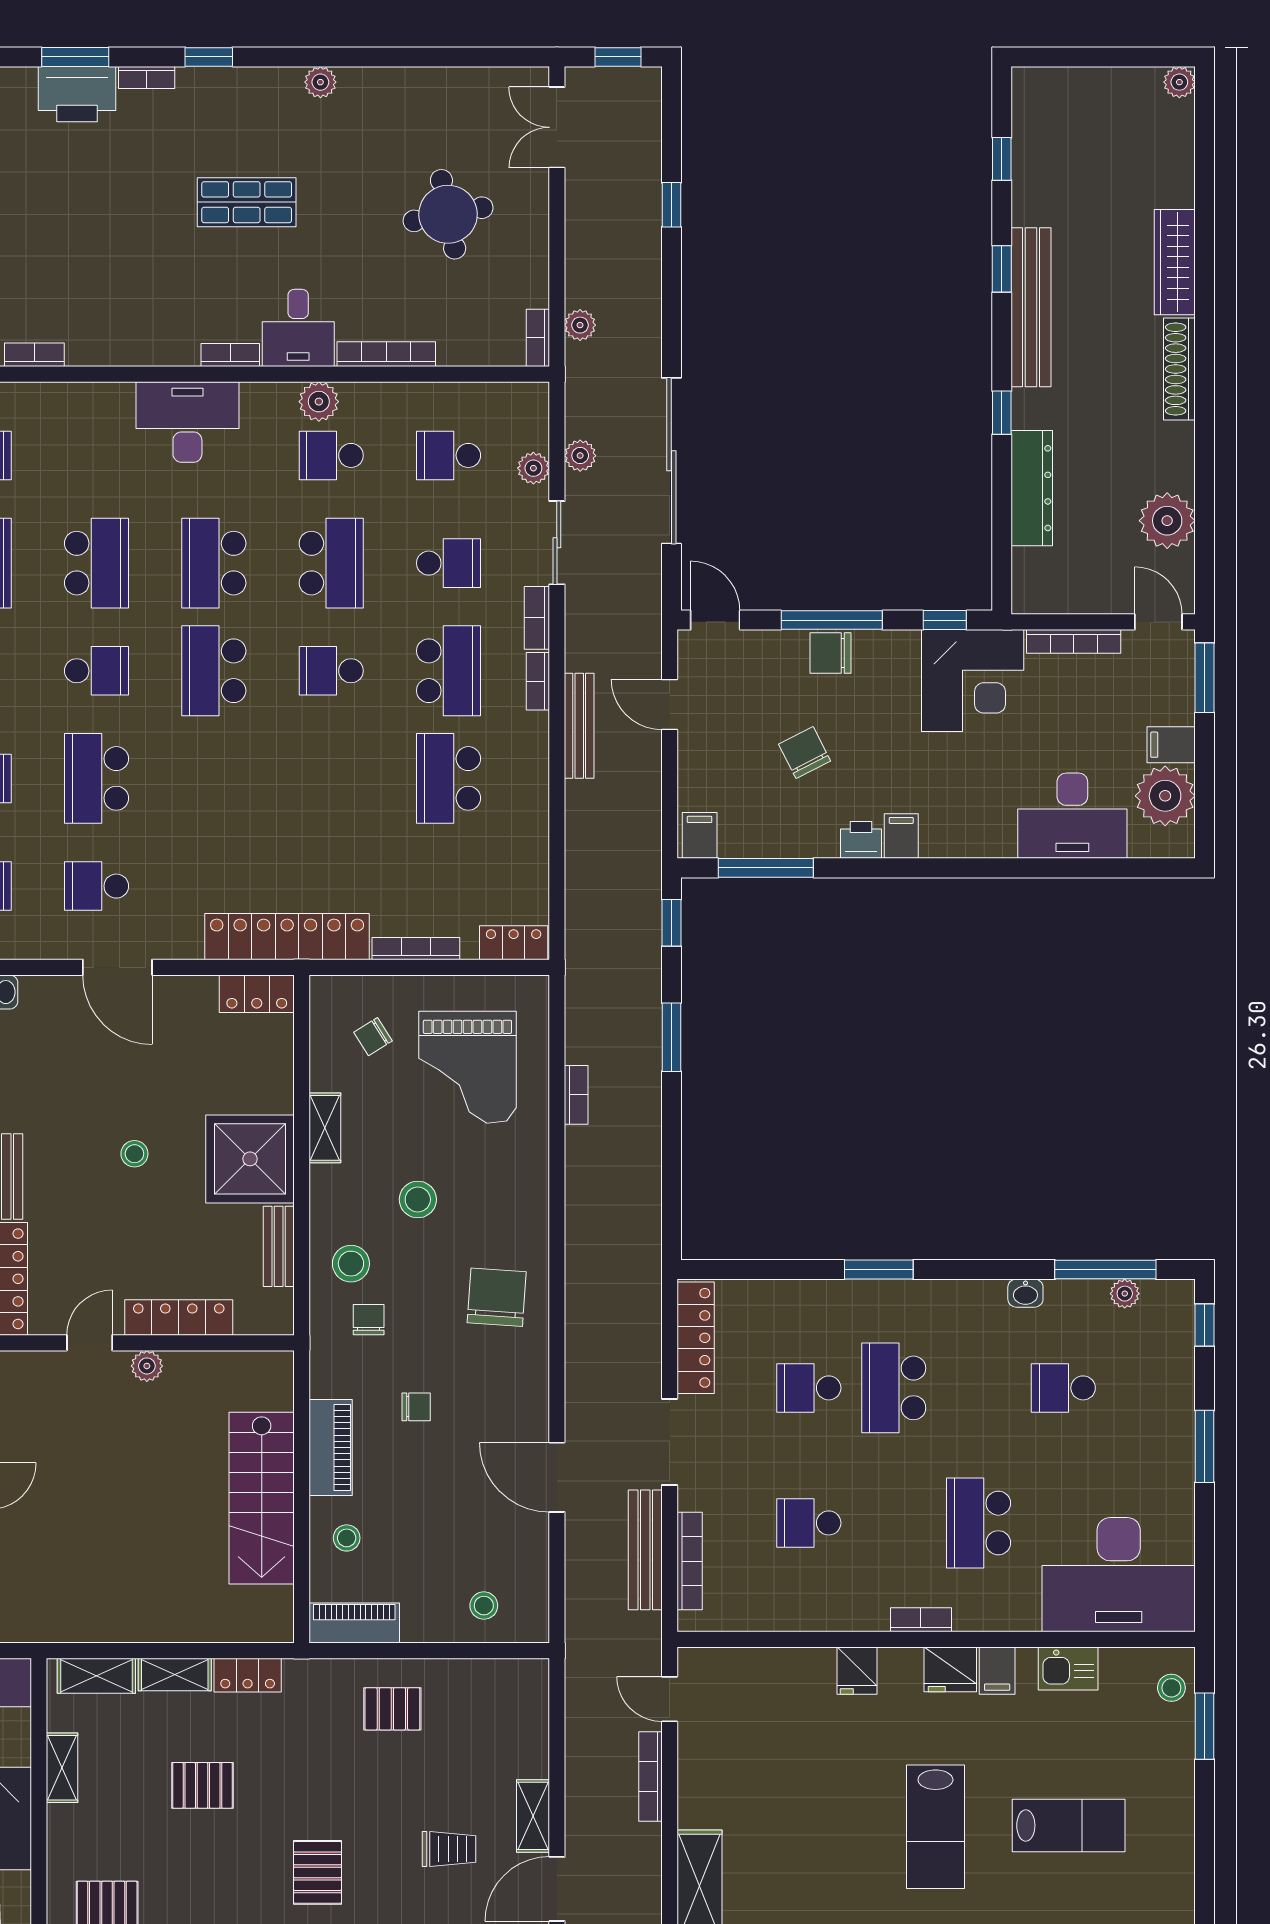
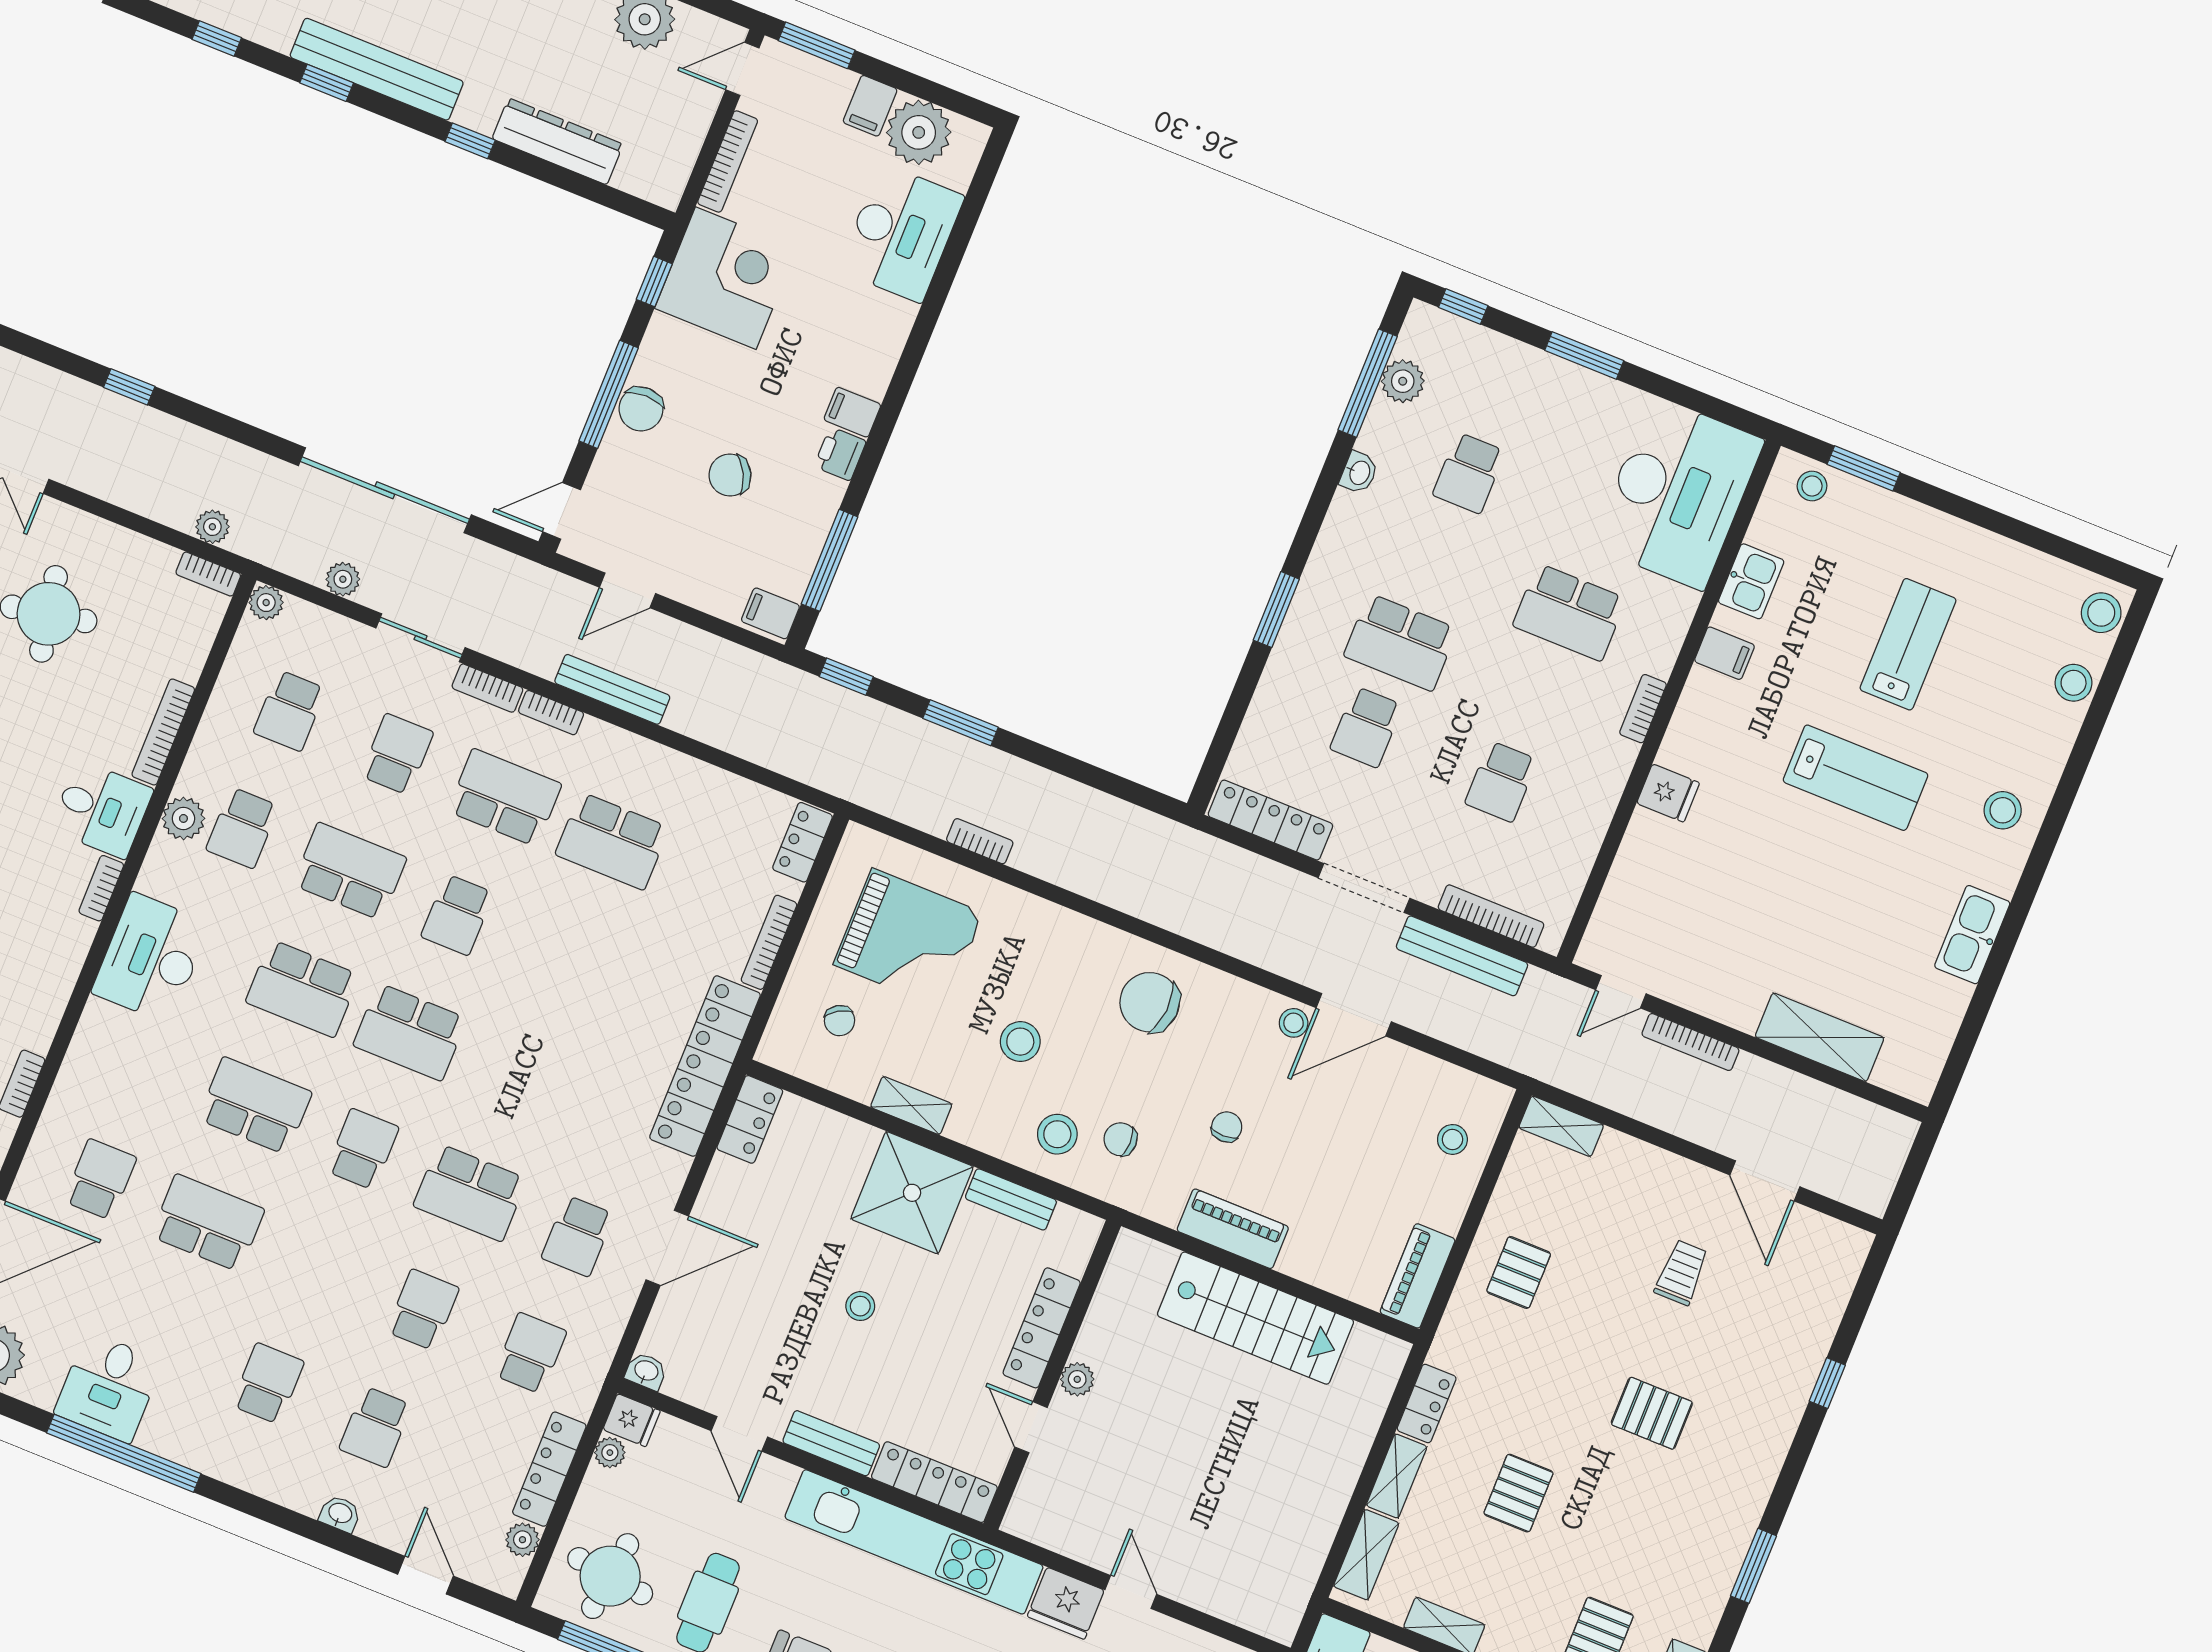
plant: (533, 468) -> (266, 603), moved
plant: (1125, 1294) -> (1403, 381), width x1.38, depth x1.38
stool: (347, 1538) -> (1294, 1023), moved
fridge: (950, 1669) -> (1704, 699), removed
shelving: (533, 1816) -> (1561, 1126), moved

